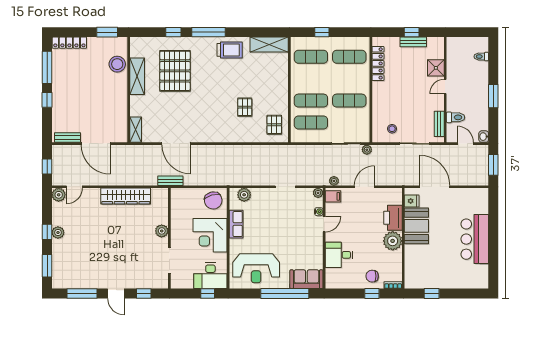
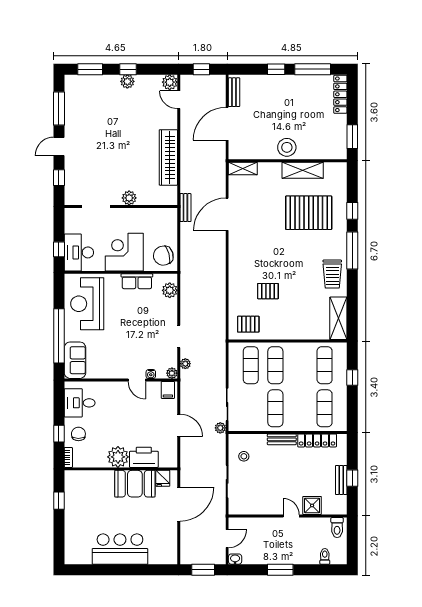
stool: (117, 64) -> (287, 147), moved
toilet: (456, 117) -> (337, 527), moved
bench: (439, 124) -> (282, 439), moved
plant: (334, 181) -> (185, 364), moved
desk: (339, 255) -> (80, 403), moved, turned -90

